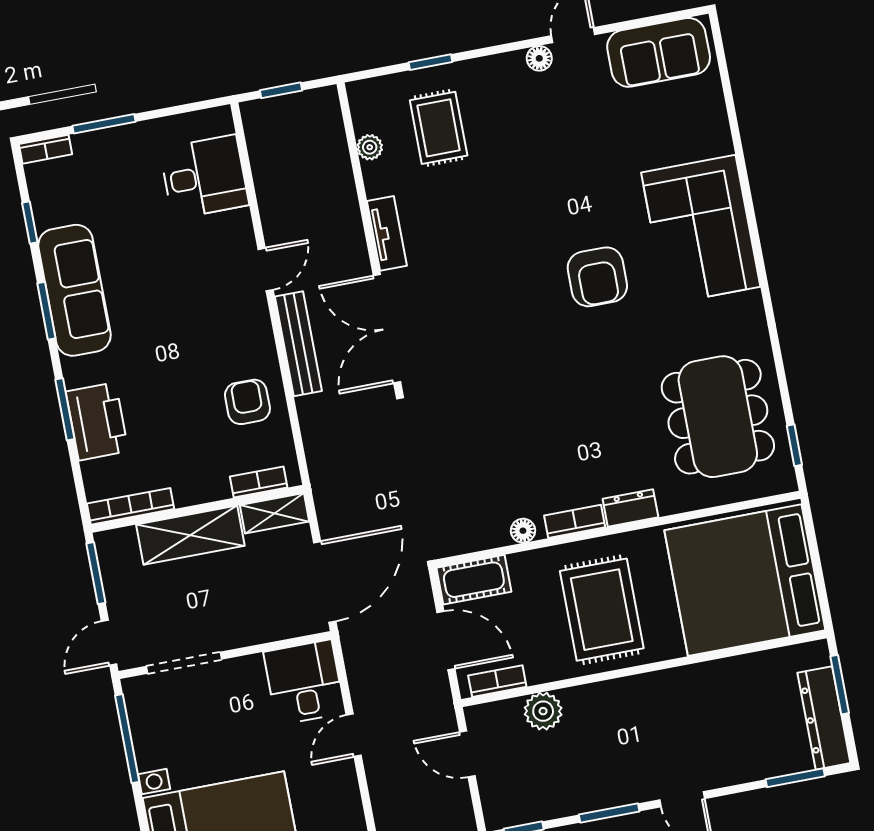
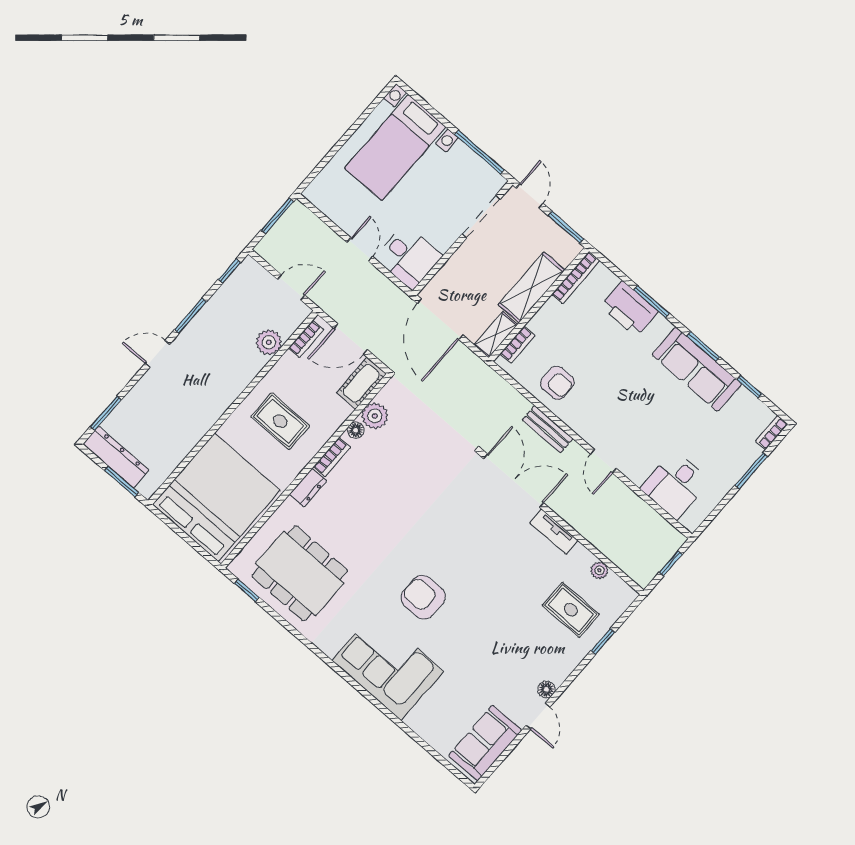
bench: (298, 344) -> (548, 429), width x0.73
plant: (488, 530) -> (375, 416), added
rug: (602, 610) -> (280, 421), width x0.73, depth x0.70

